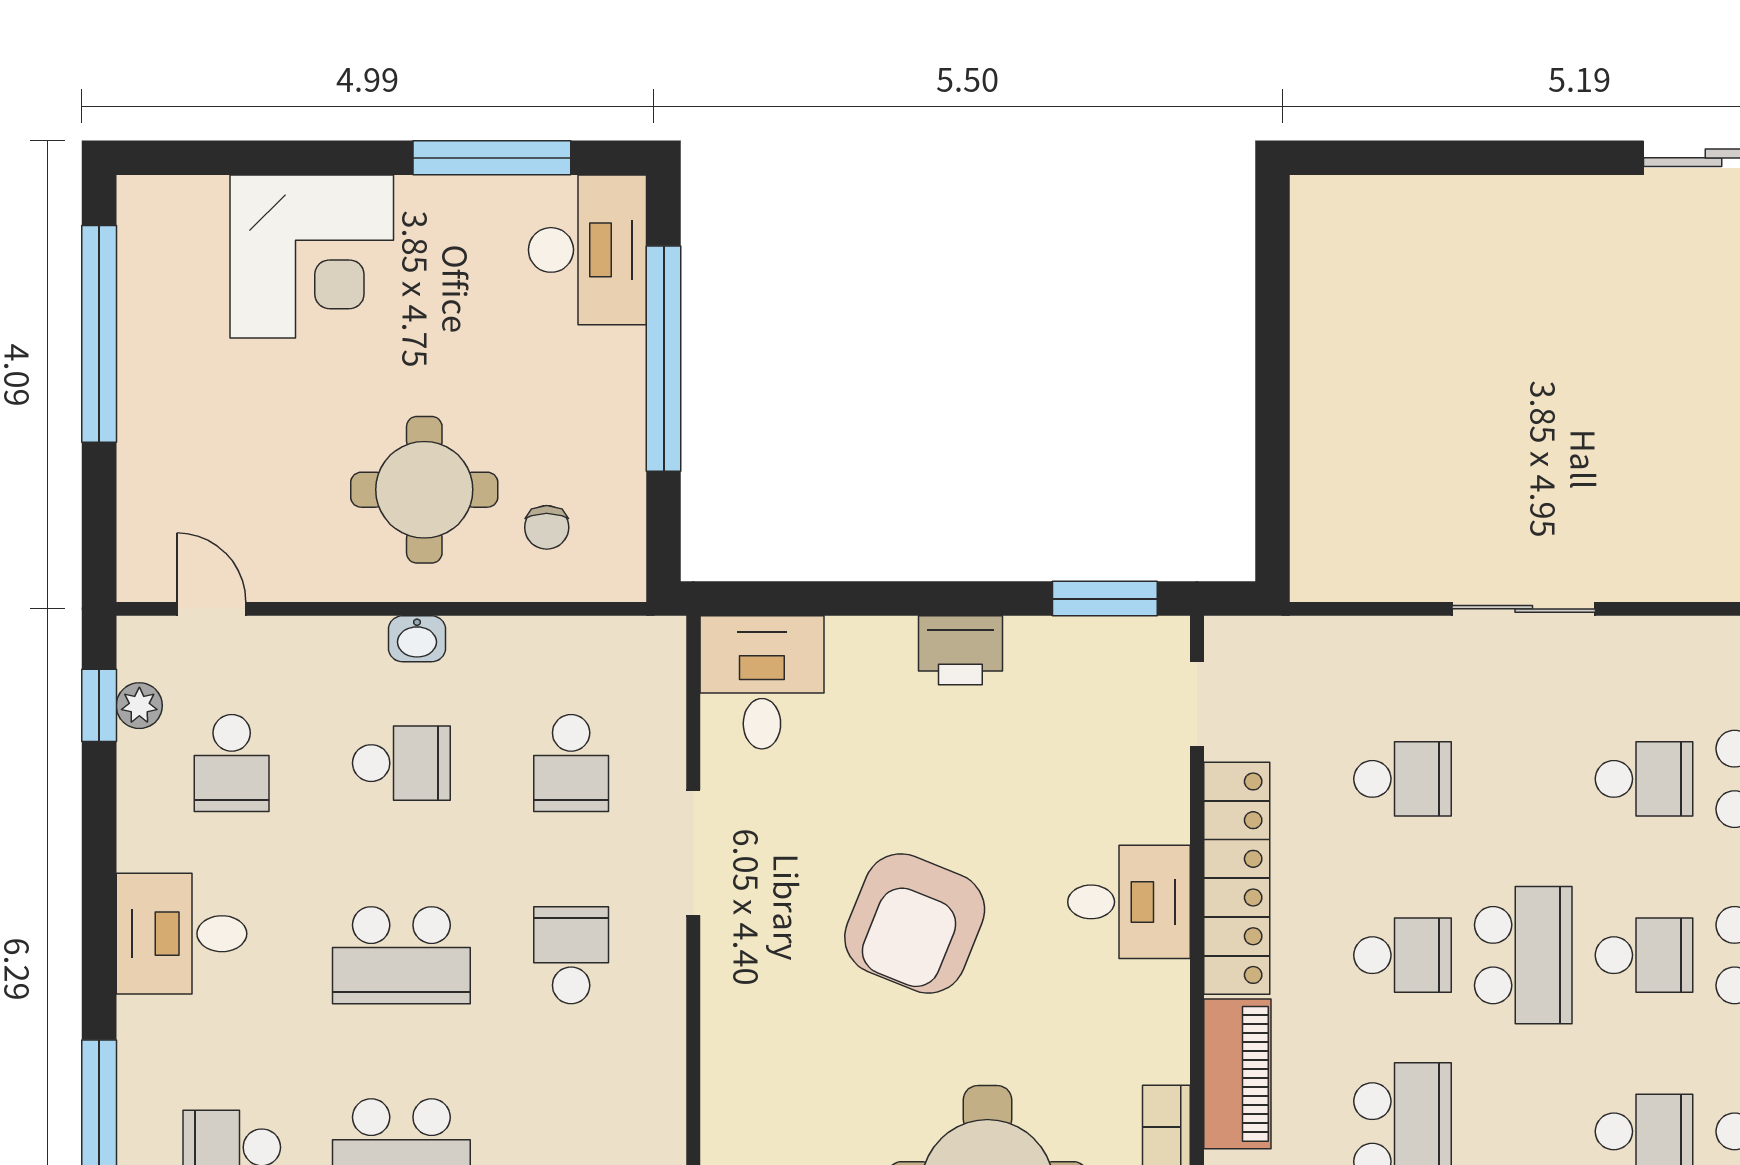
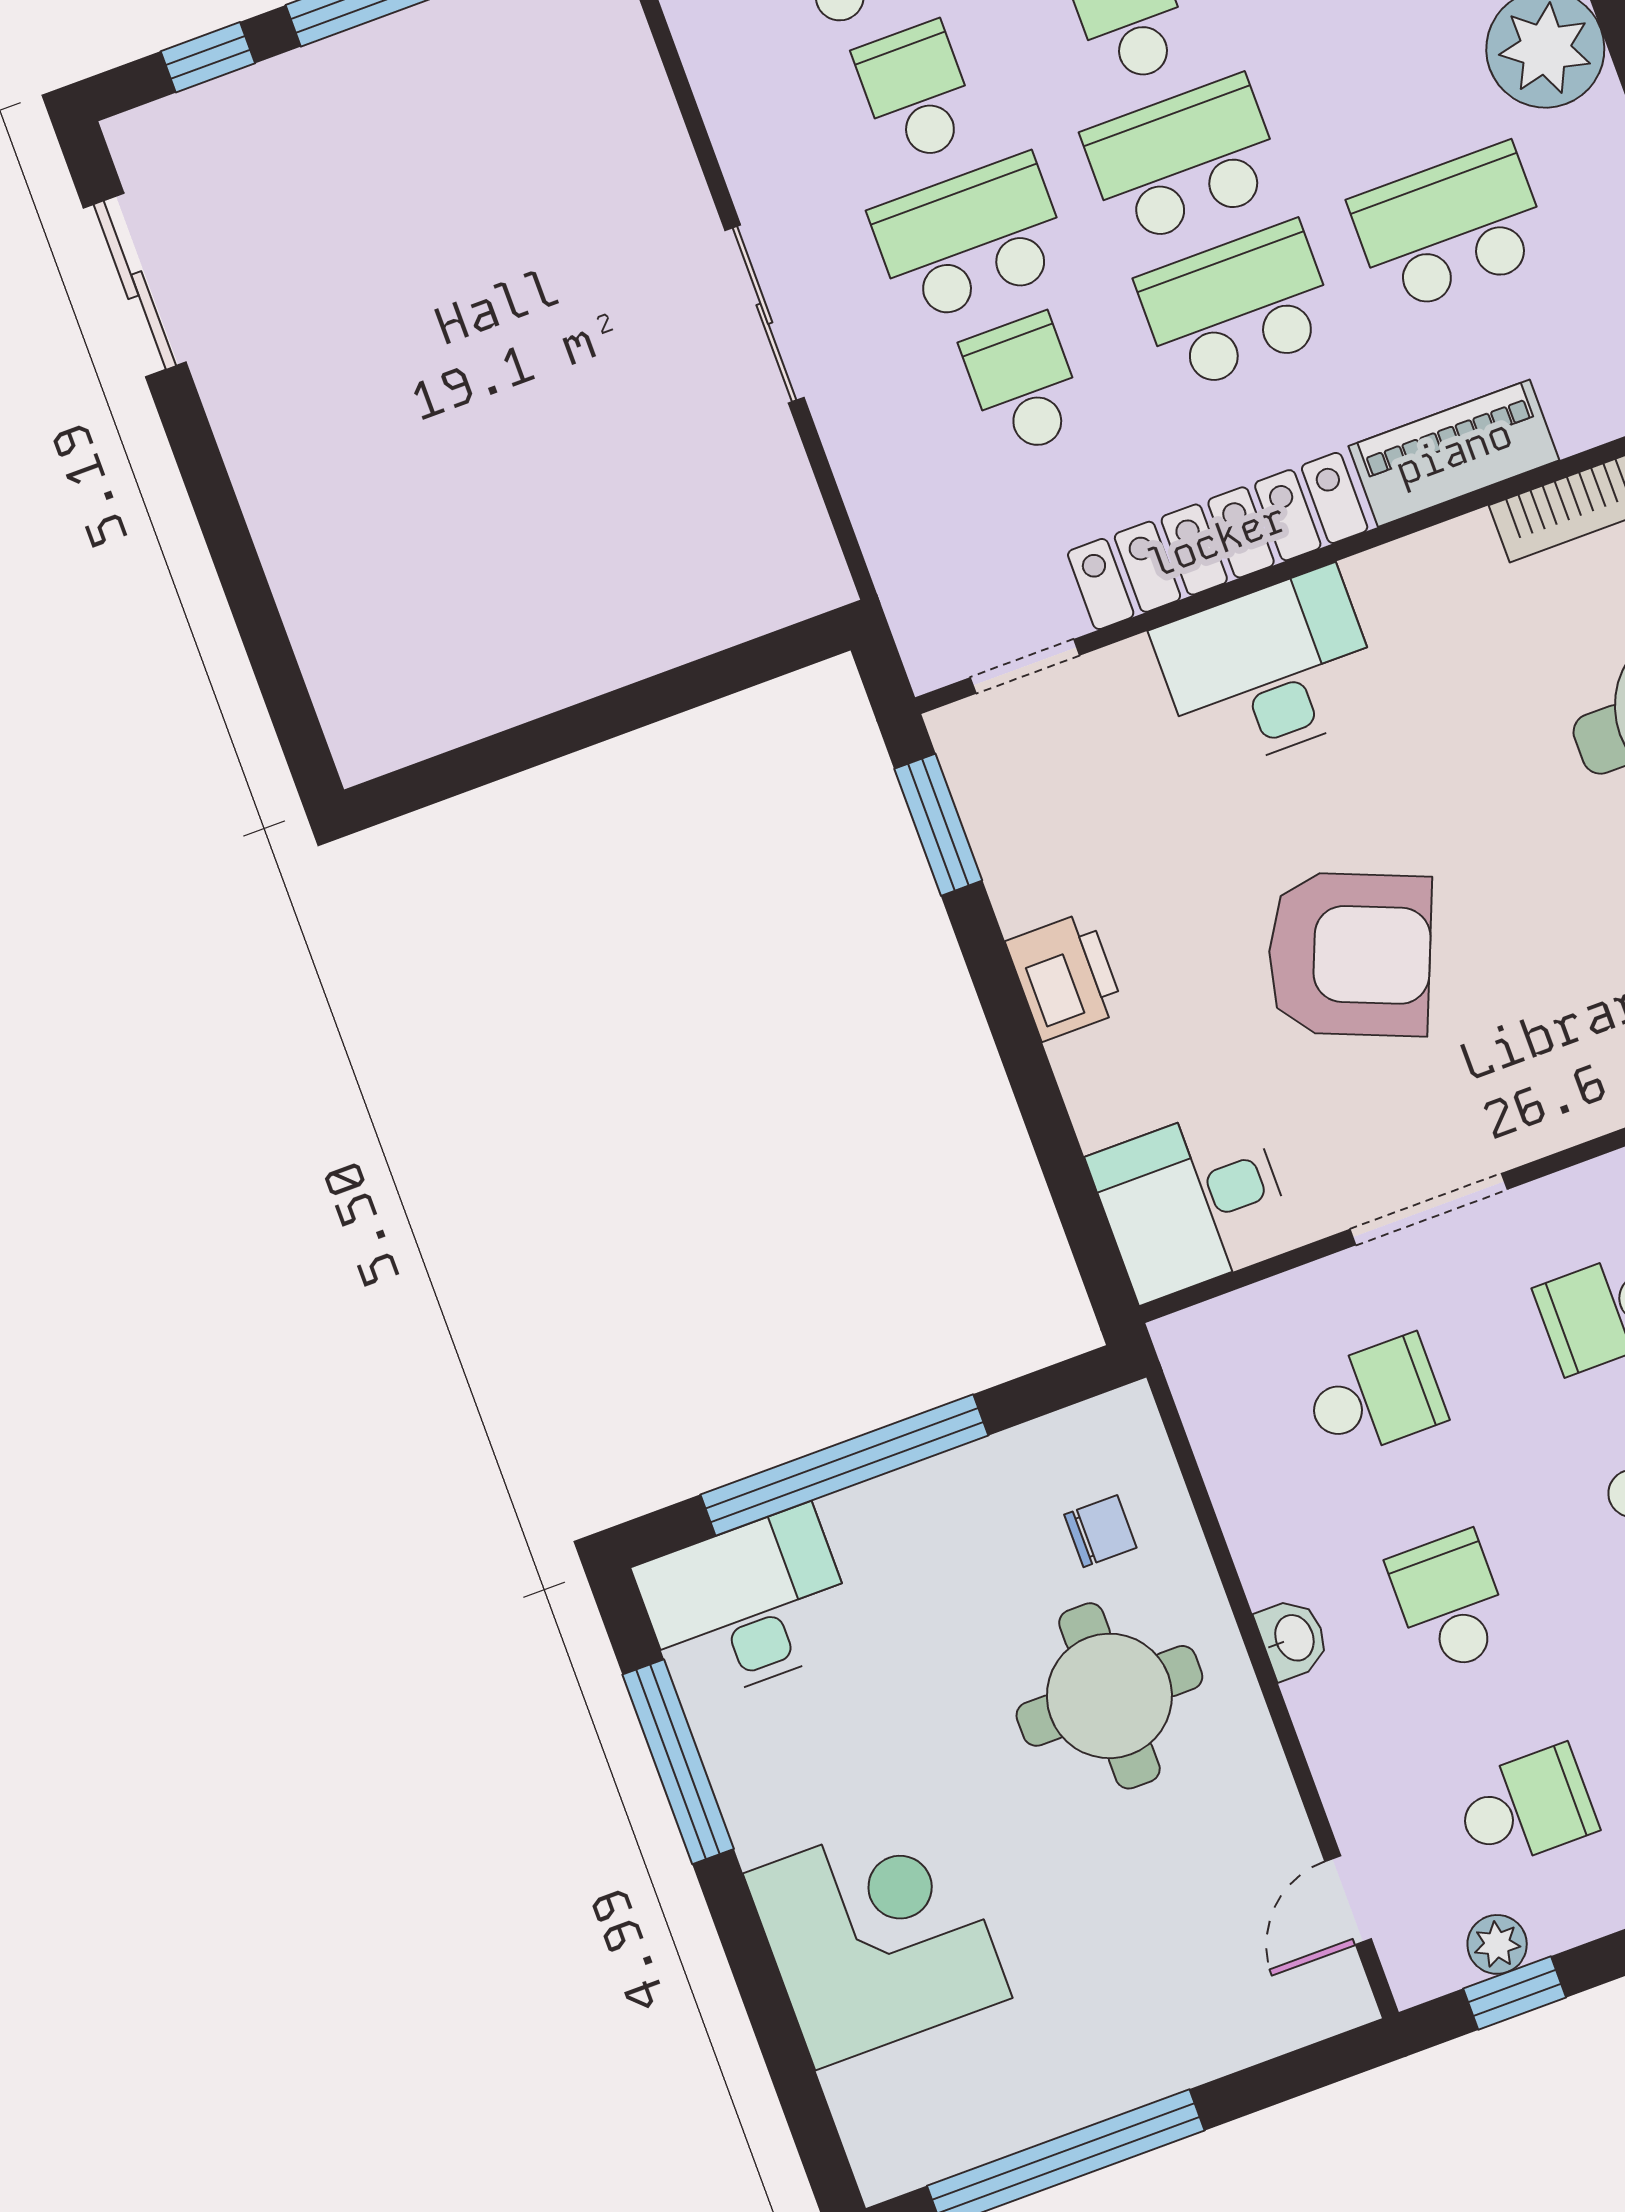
school desk: (1523, 779) -> (970, 239), added
desk: (1129, 902) -> (1269, 670), width x1.37
armchair: (915, 923) -> (1350, 954), moved
school desk: (1403, 955) -> (1237, 306), width x1.85

